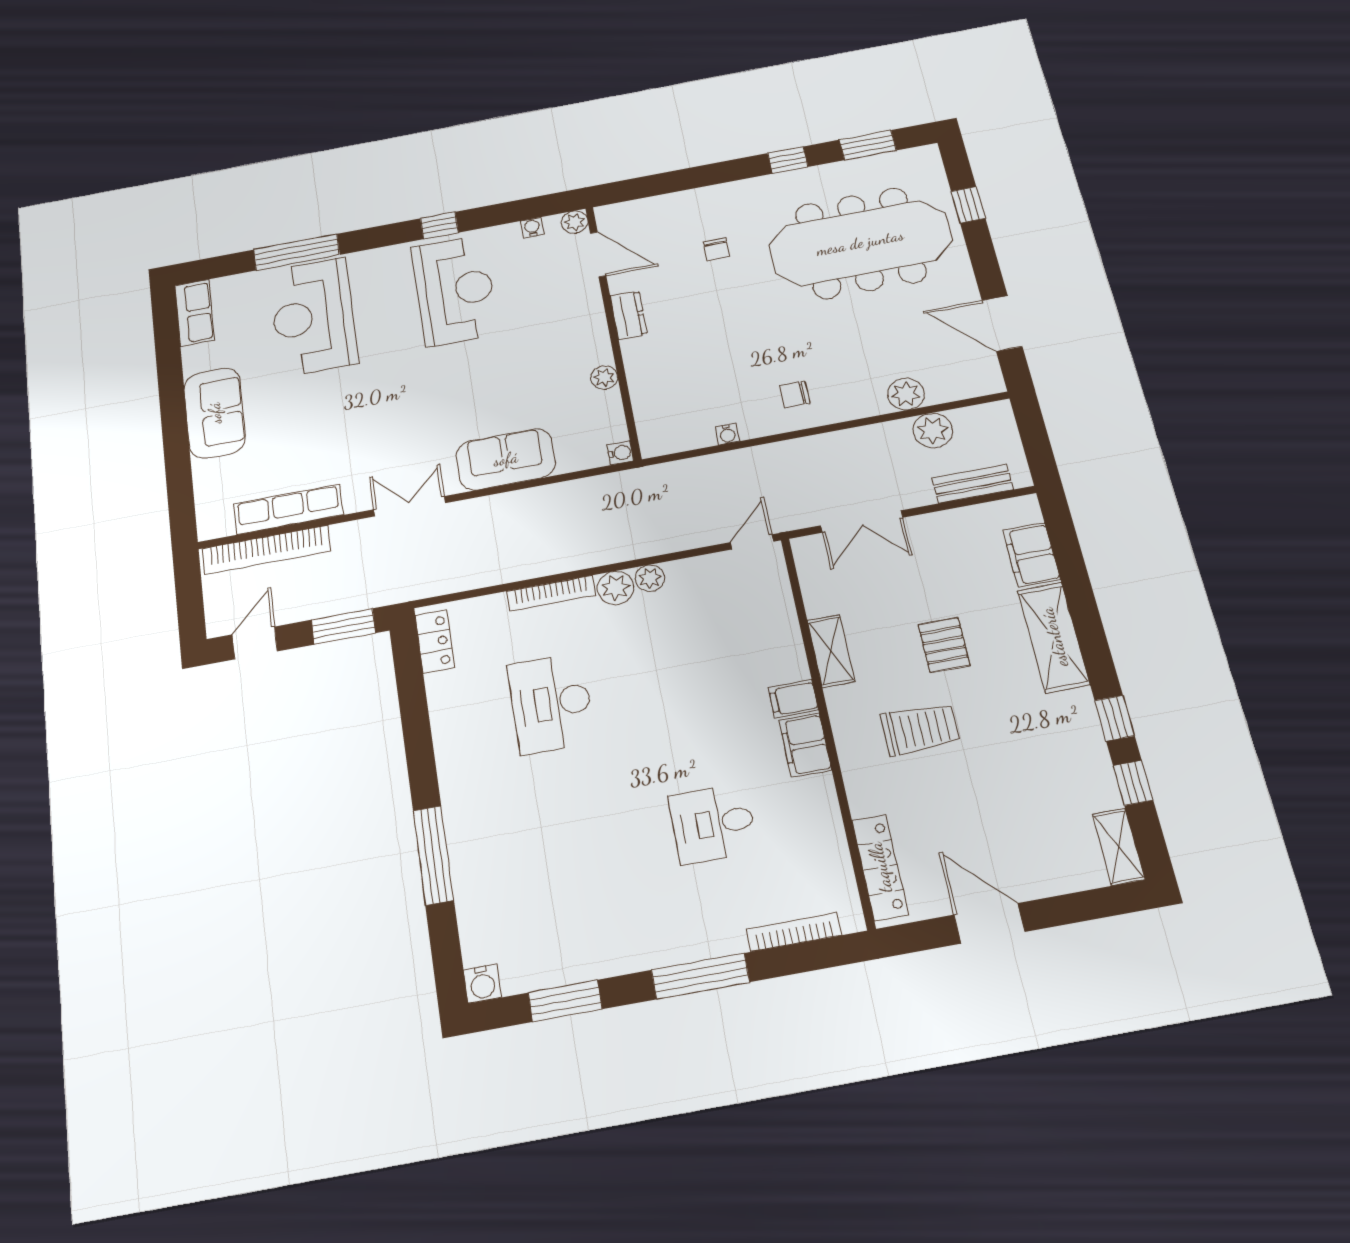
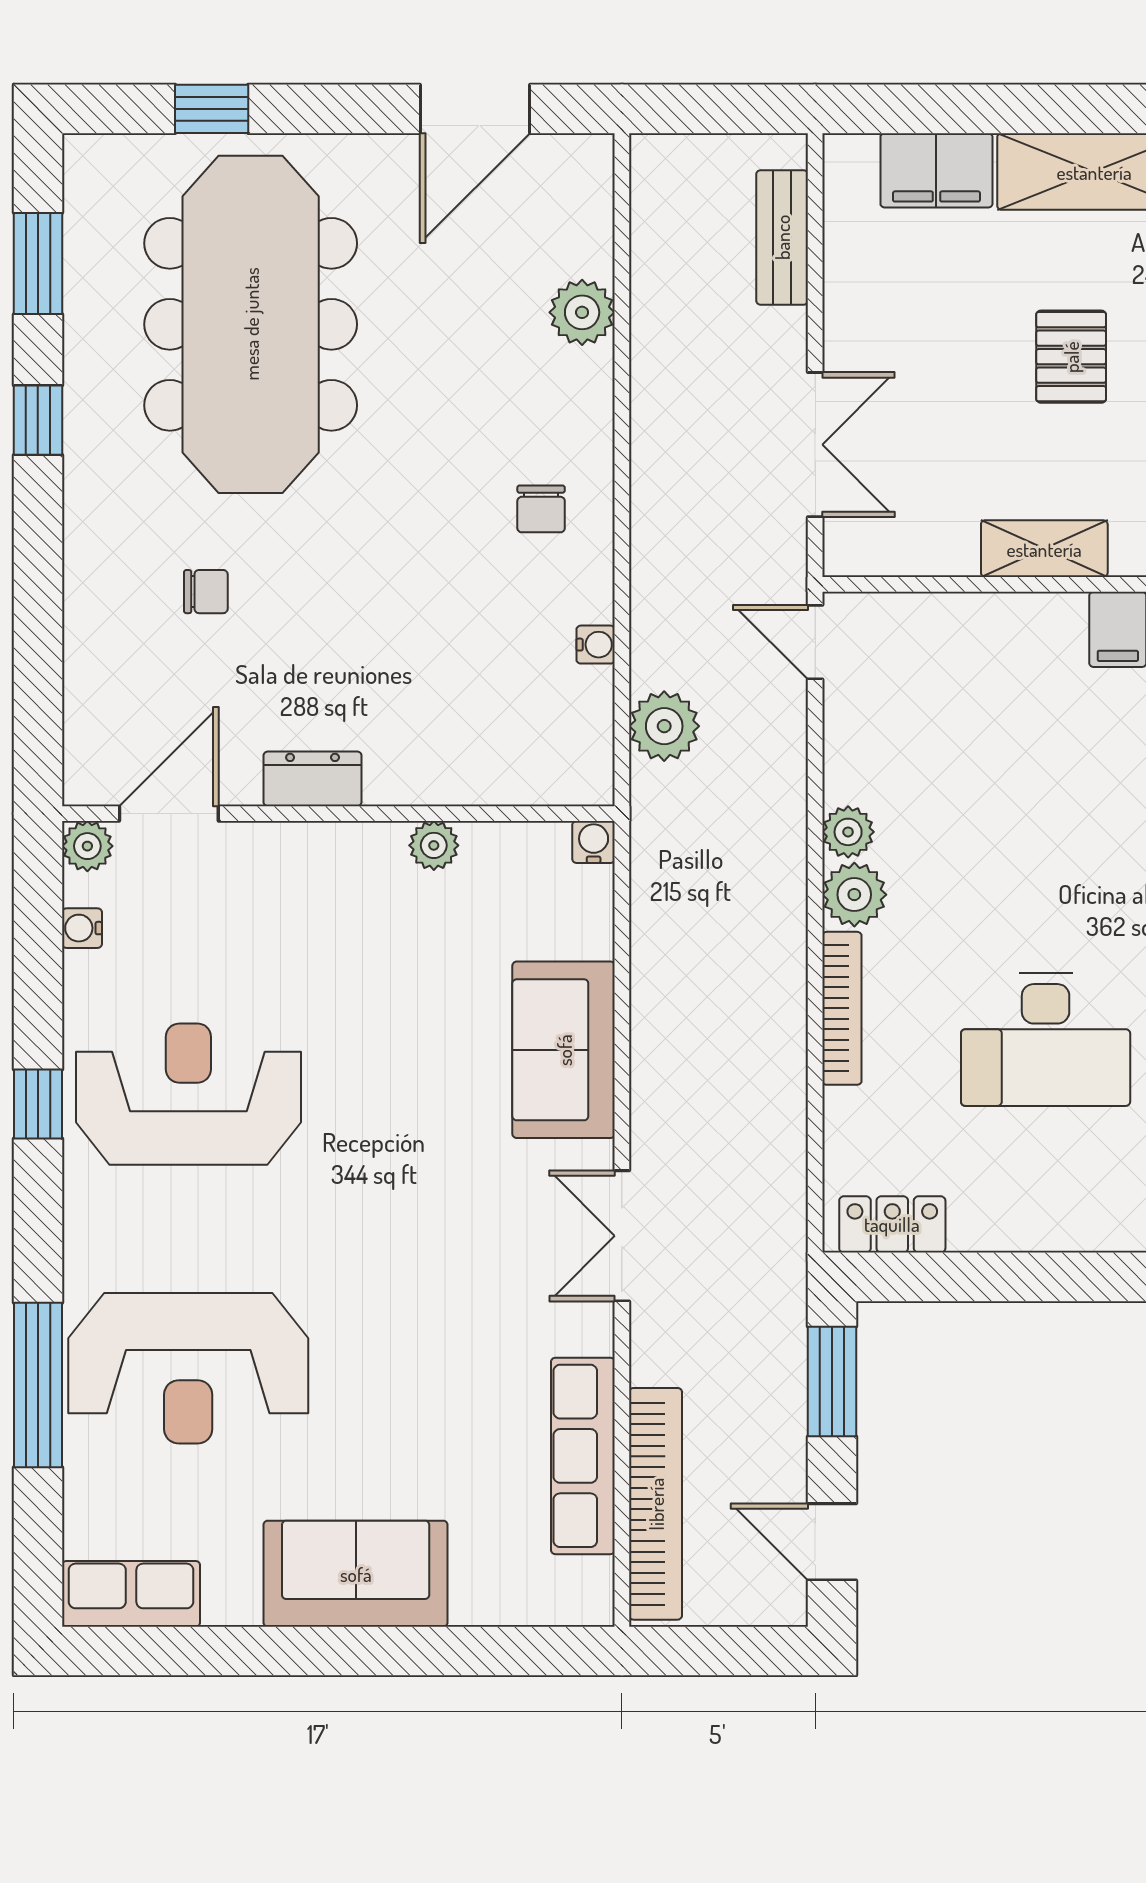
plant: (933, 430) -> (664, 726), moved
pallet: (944, 645) -> (1071, 357), turned 90

